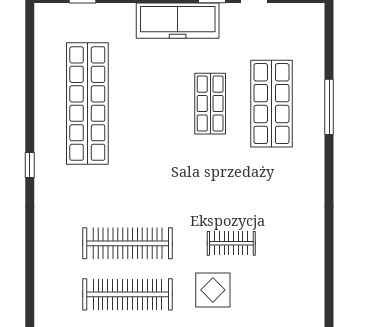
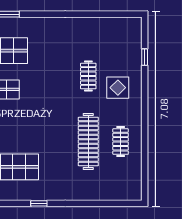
clothes rail: (128, 294) -> (121, 142), width x0.54, depth x0.76

